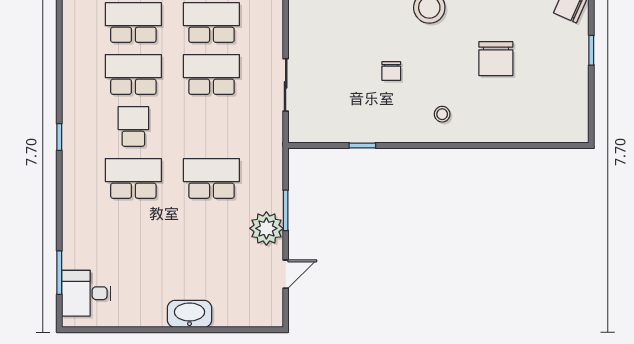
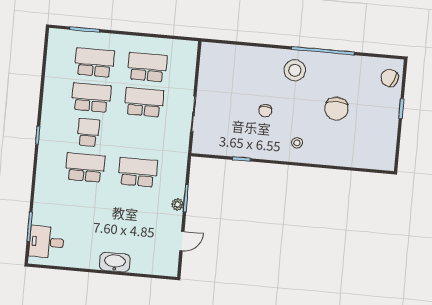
plant: (266, 228) -> (178, 204), width x0.53, depth x0.53

